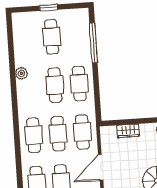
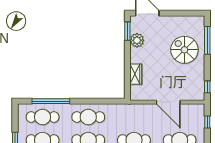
cafe table: (82, 132) -> (43, 117), moved

